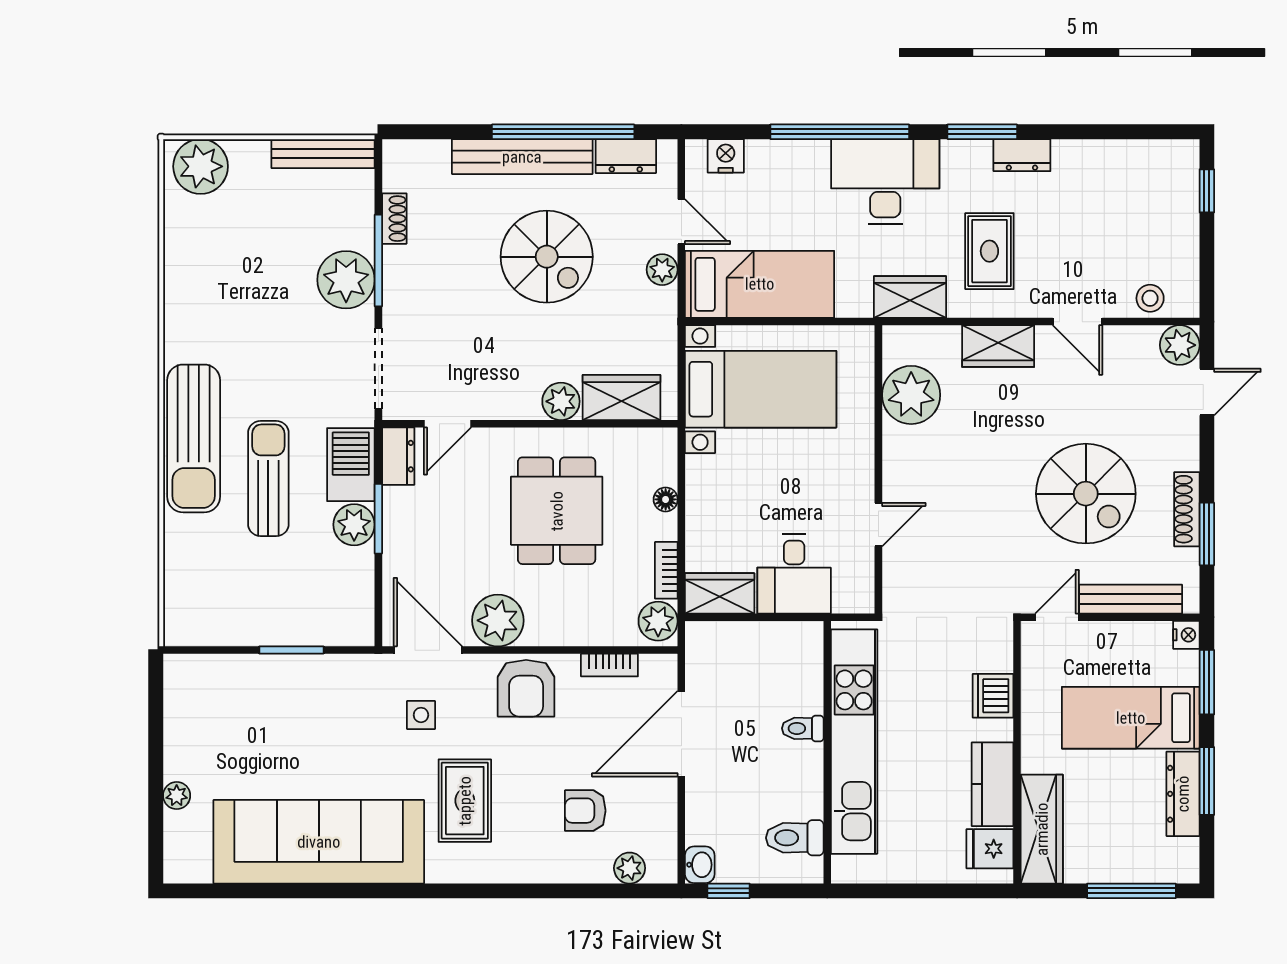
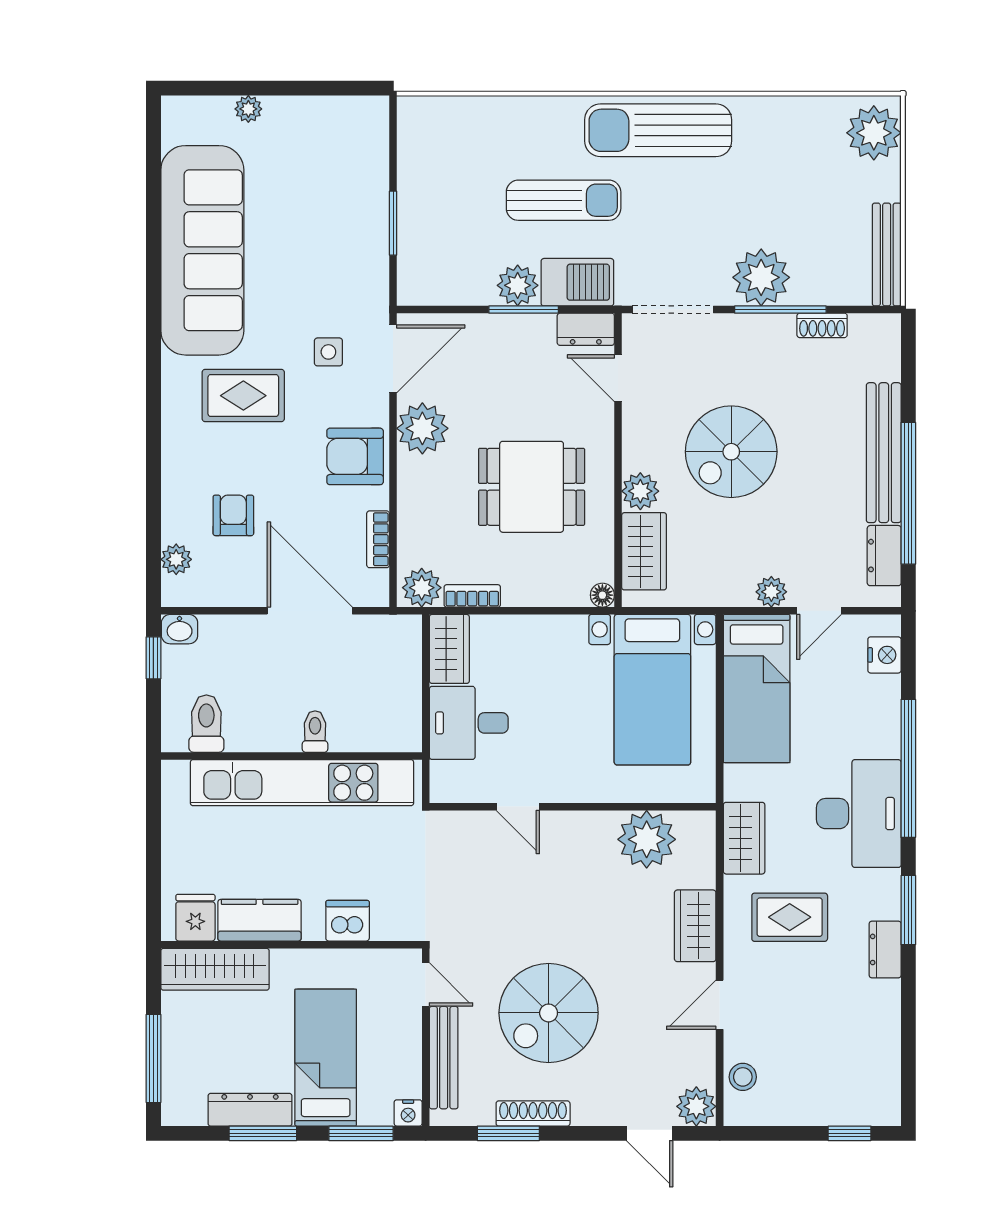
spiral stairs: (547, 257) -> (731, 452), moved
sun lounger: (194, 438) -> (658, 130), moved
floor lamp: (666, 499) -> (602, 595), moved

